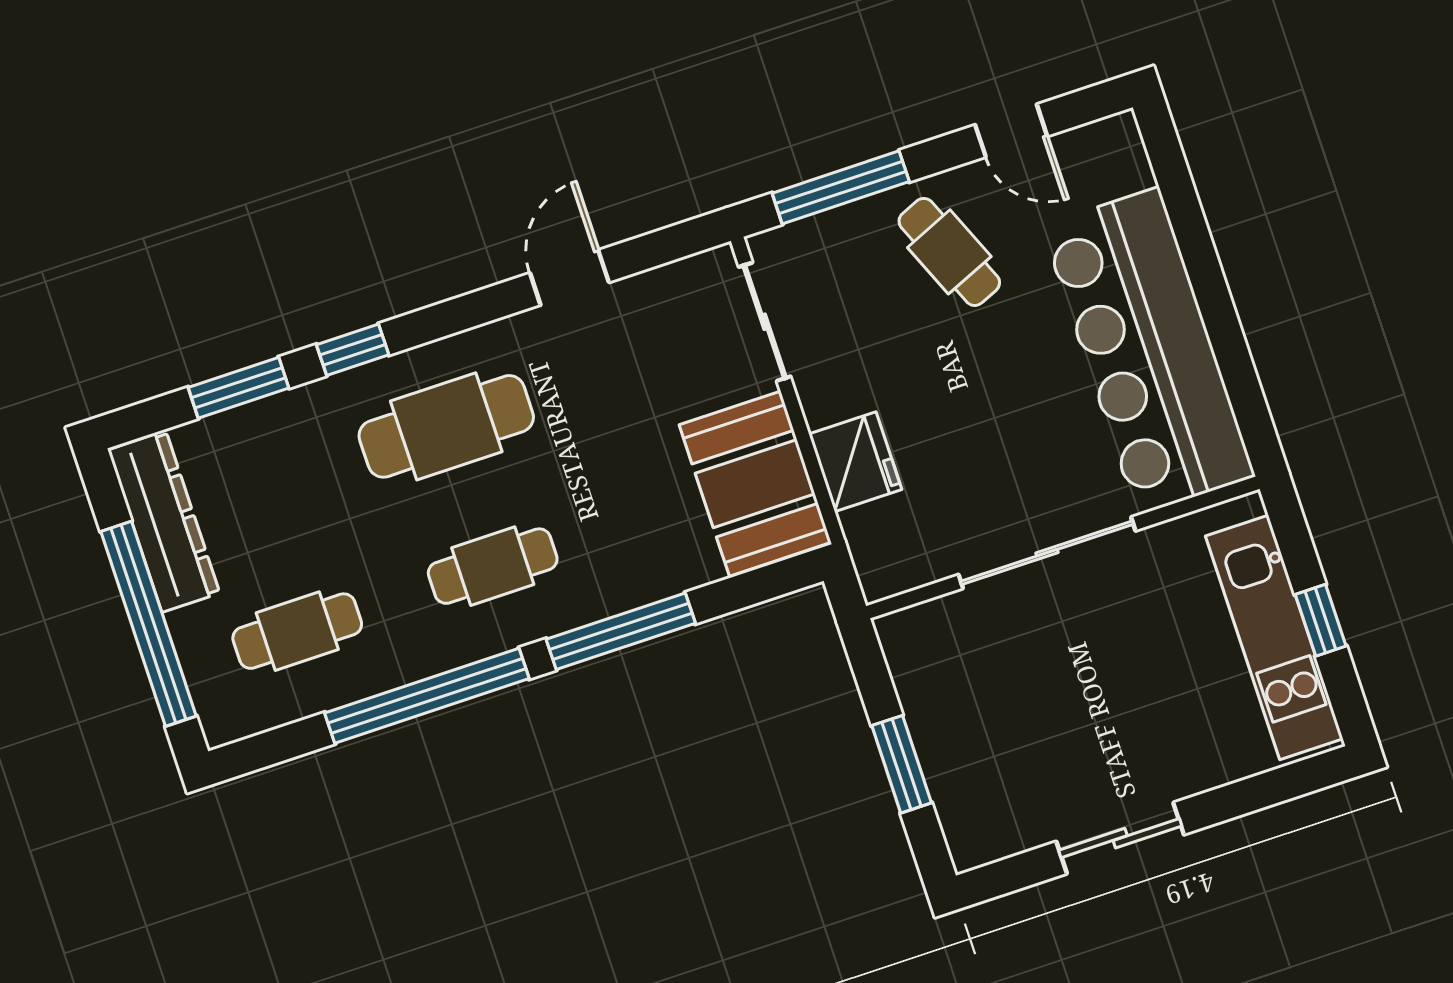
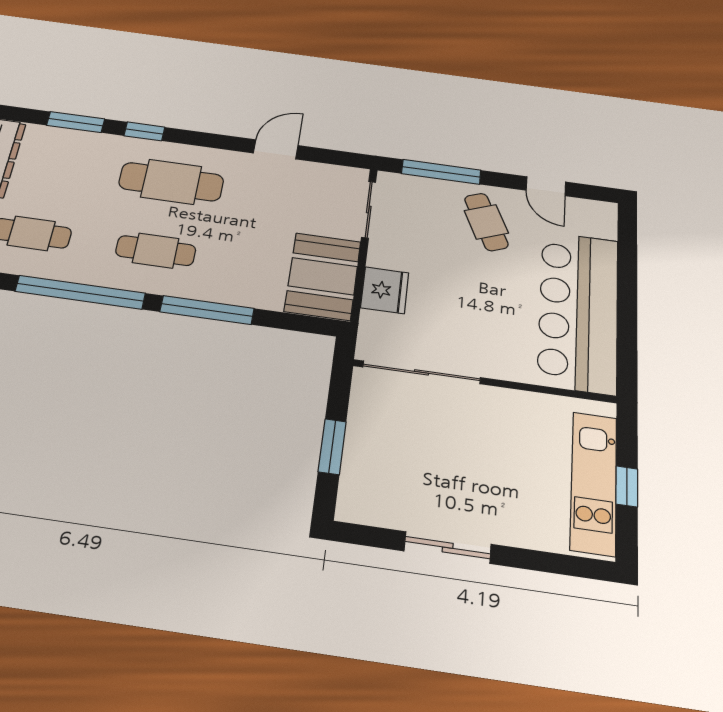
sliding door: (1047, 553) -> (422, 372), moved

